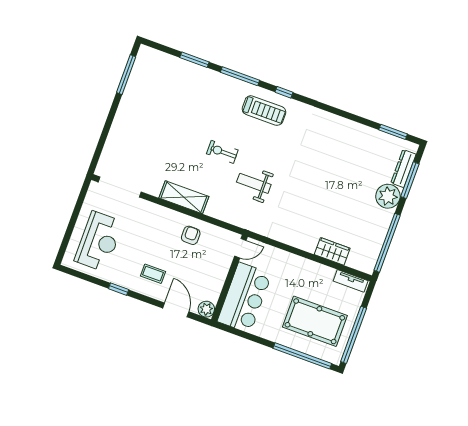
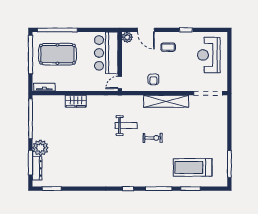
treadmill: (264, 111) -> (193, 167), moved, width x1.37, depth x1.38
shelving: (184, 197) -> (166, 101), width x1.47
wardrobe: (332, 251) -> (76, 101), moved

